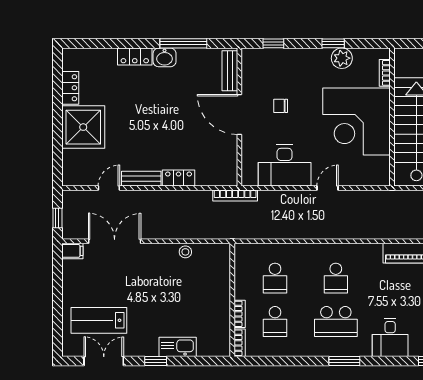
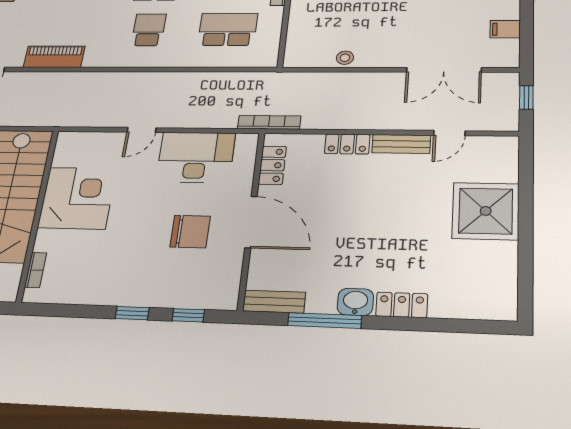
window: (333, 43) -> (132, 313), moved
plant: (342, 58) -> (92, 291), removed
bench: (230, 71) -> (274, 302), moved, turned 90
locker: (70, 88) -> (272, 165), moved, turned 180
chair: (281, 106) -> (190, 232), width x1.87, depth x1.87
corner desk: (357, 121) -> (77, 198), width x0.74, depth x0.74
filing cabinet: (72, 251) -> (505, 29), moved
school desk: (275, 278) -> (228, 29), width x1.85

